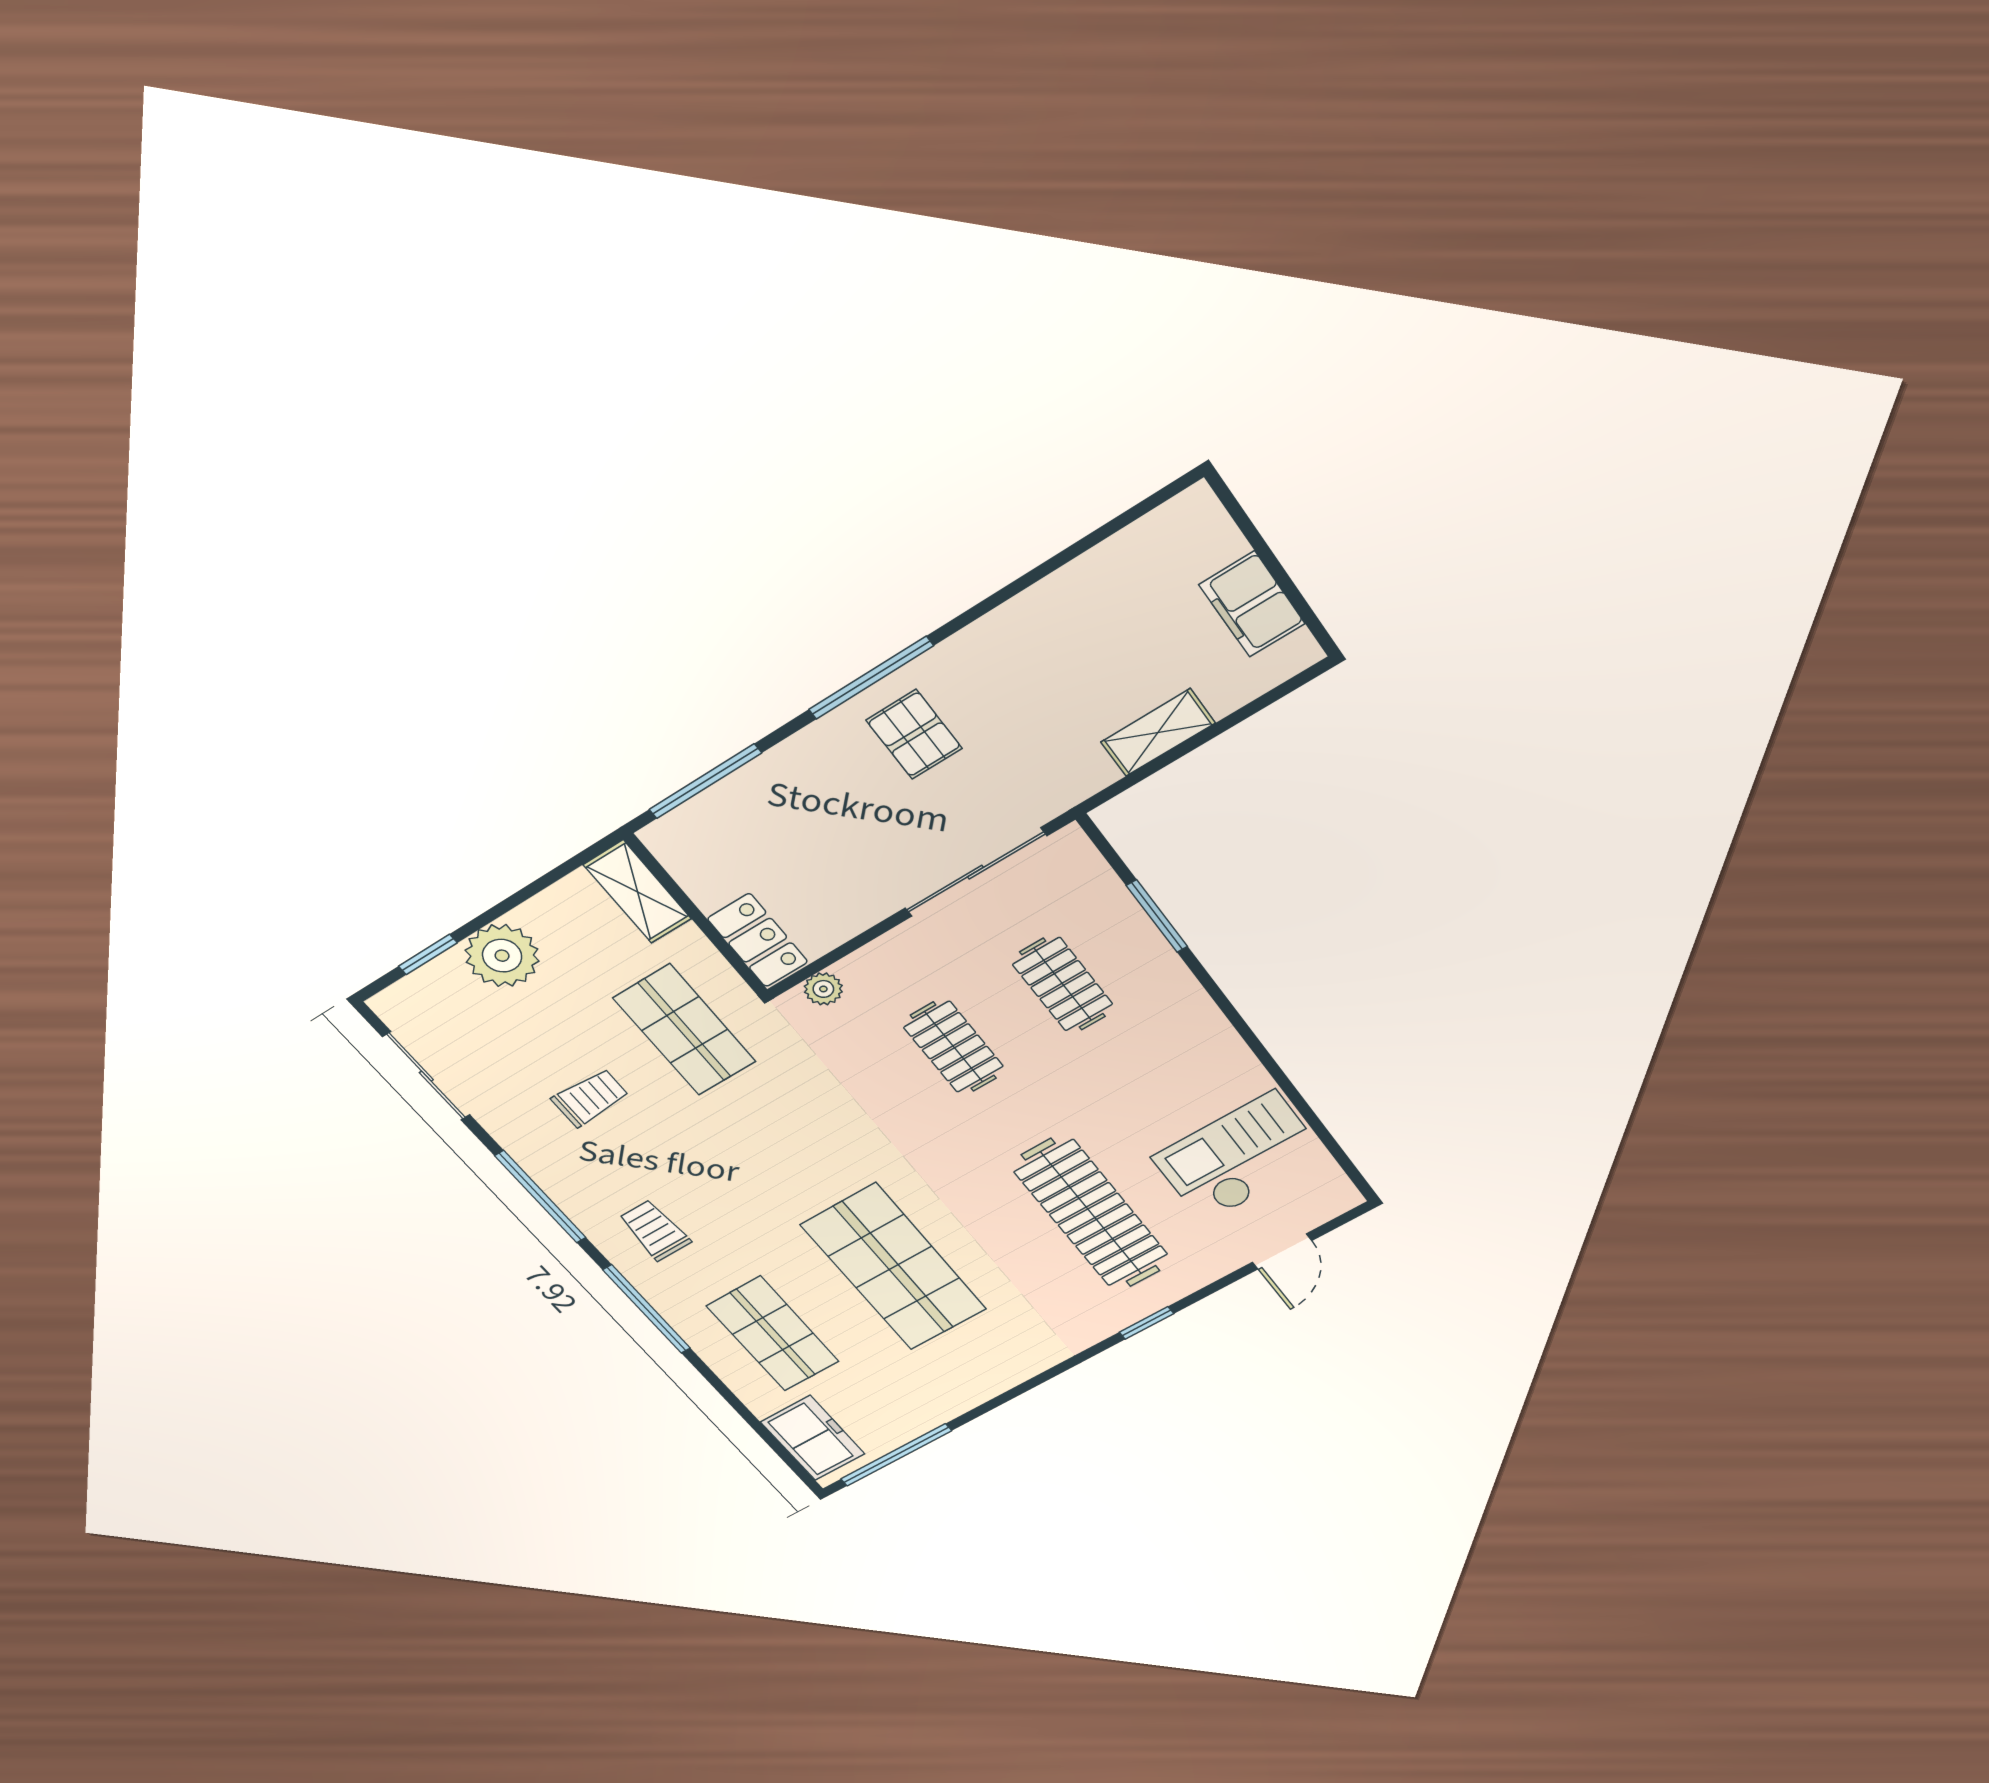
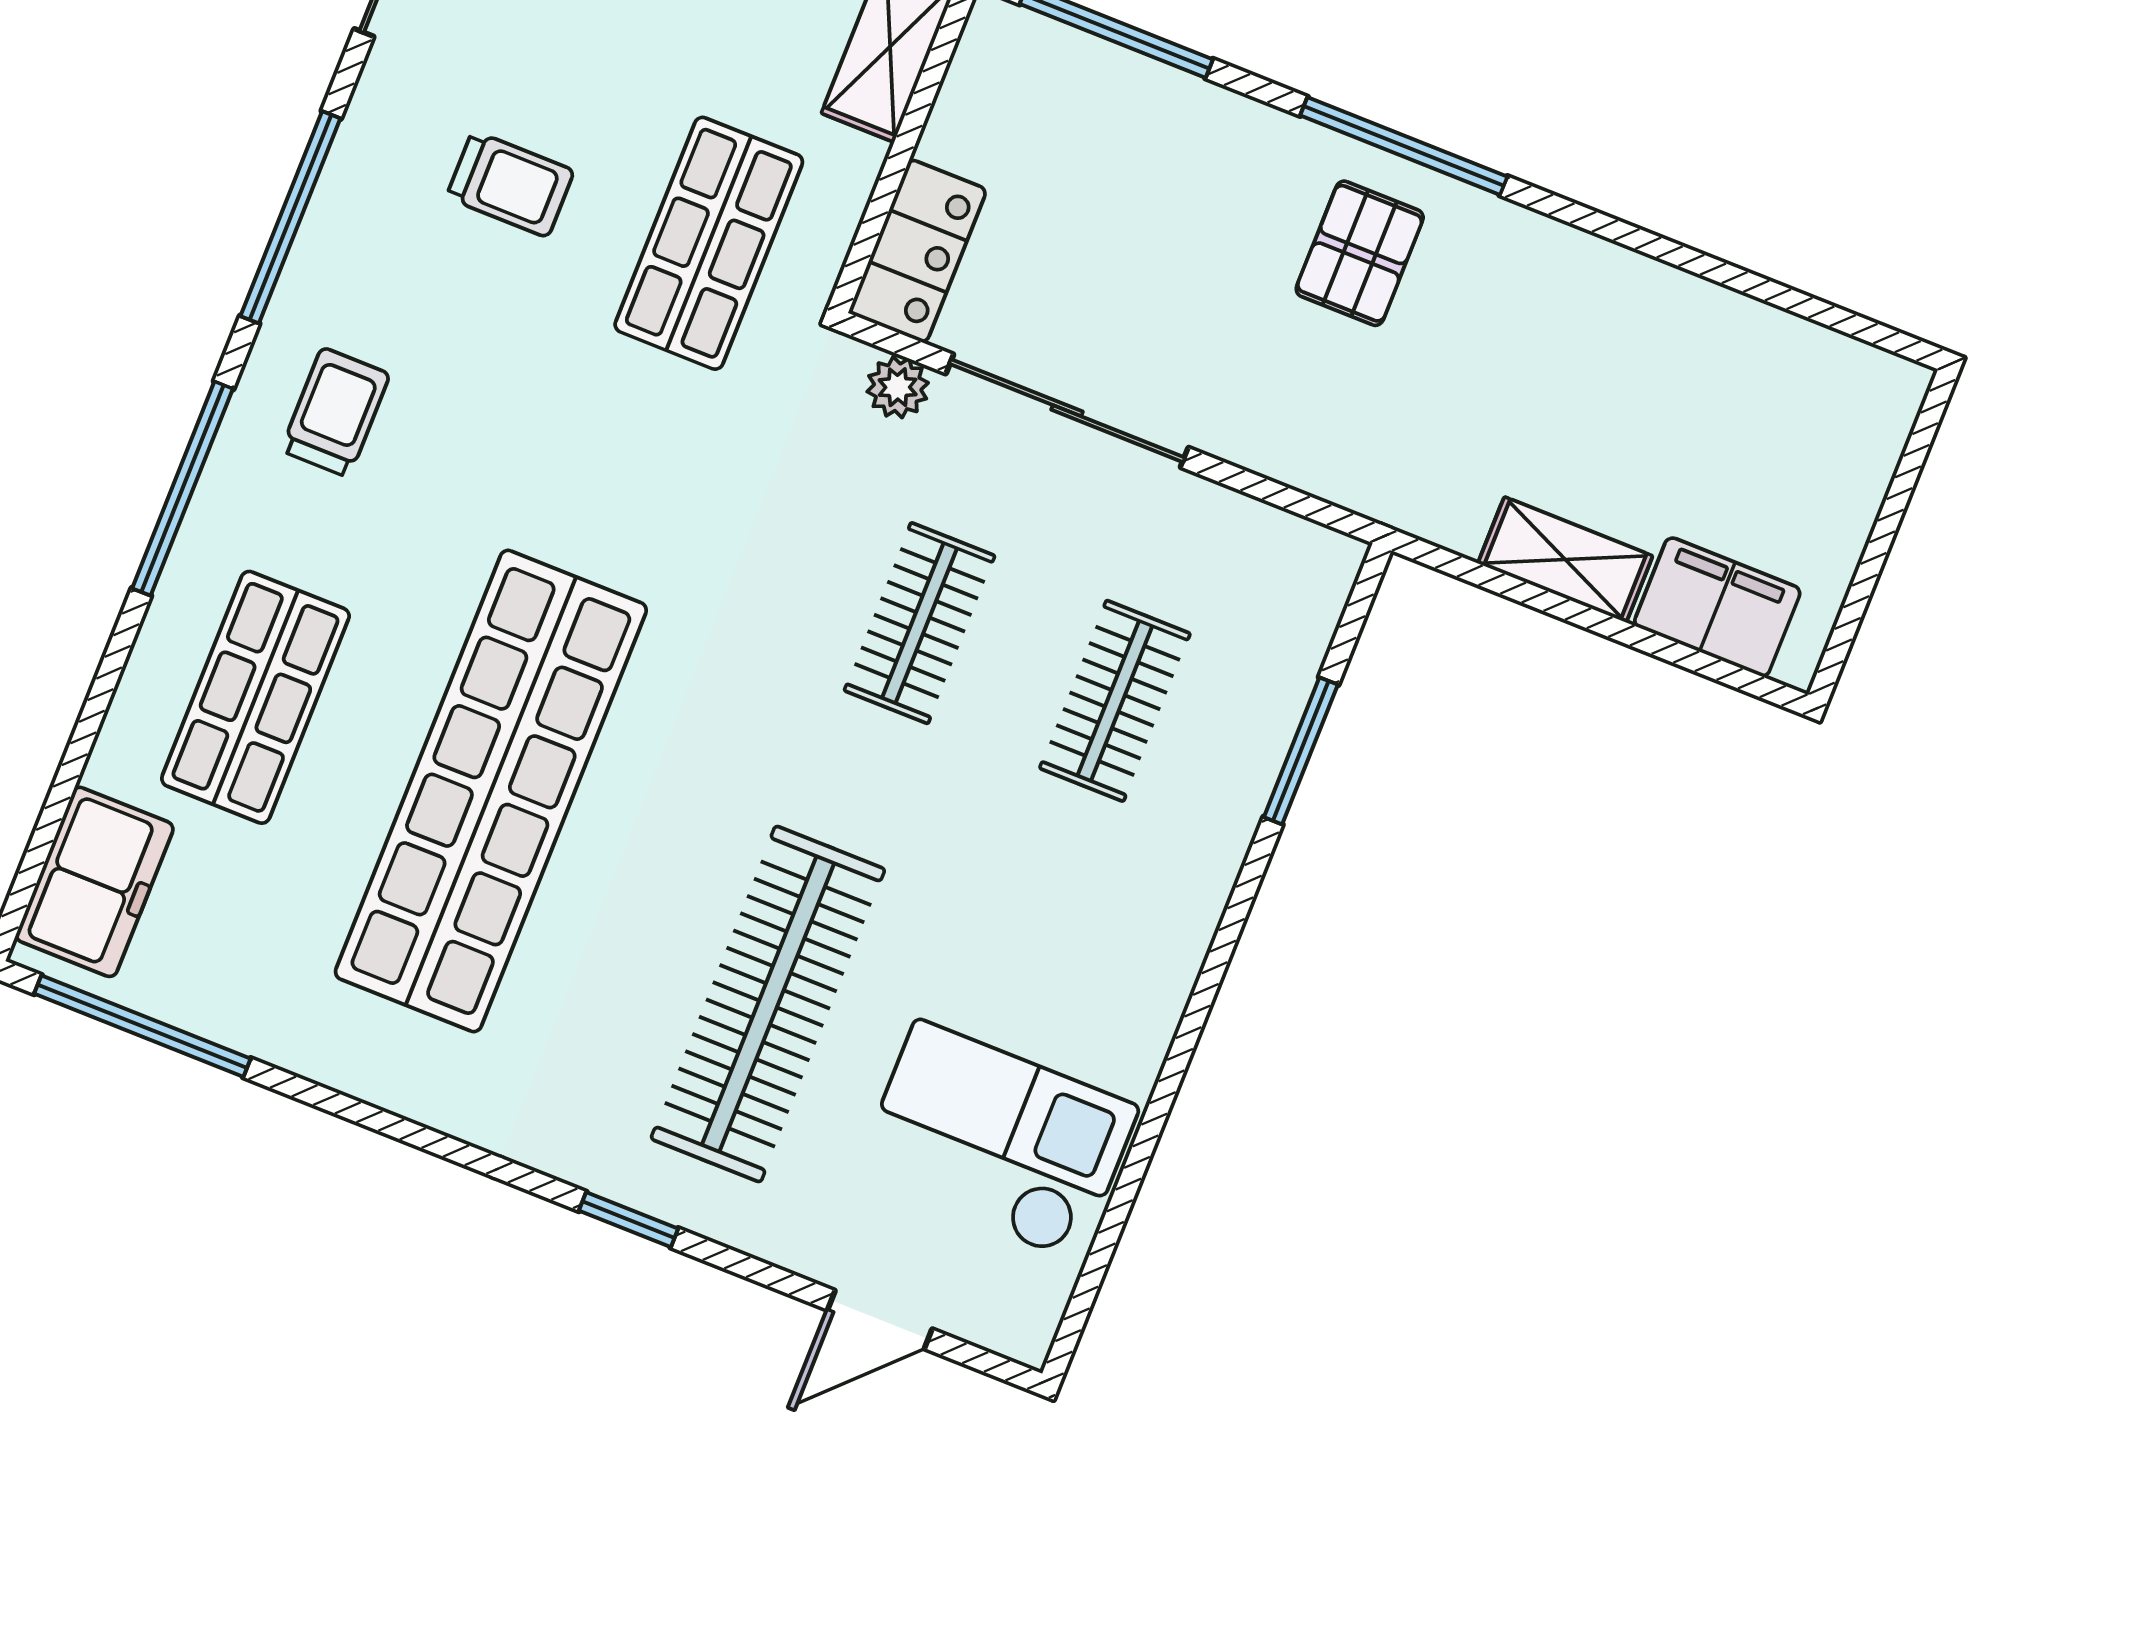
filing cabinet: (1252, 604) -> (1717, 607), moved, turned 90
sliding door: (976, 872) -> (1067, 411), moved
shop shelf: (894, 1267) -> (491, 791), width x1.40

